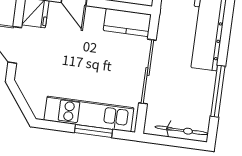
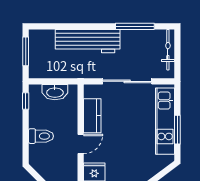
kitchen counter: (127, 22) -> (92, 116), moved
window: (94, 131) -> (177, 130), moved

